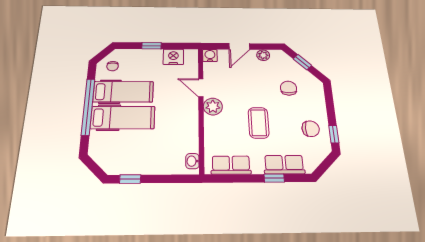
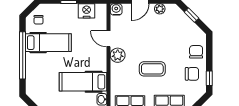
chair: (288, 88) -> (196, 52), moved
hospital bed: (123, 118) -> (83, 82), moved, turned 180
coffee table: (259, 123) -> (152, 69), turned 90

